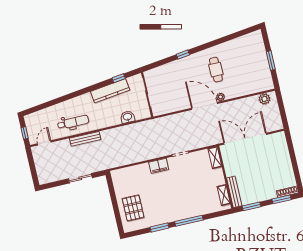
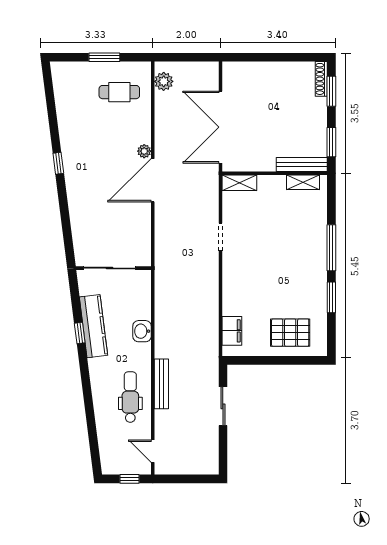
window: (183, 55) -> (58, 163), moved
cafe table: (216, 70) -> (119, 92), moved
window: (119, 78) -> (80, 333), moved
washbasin: (127, 117) -> (142, 331), moved
filing cabinet: (159, 166) -> (232, 331), moved

